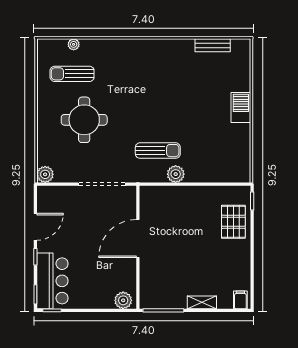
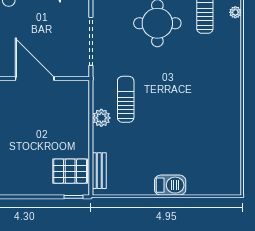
bench: (213, 45) -> (99, 171), moved
sun lounger: (158, 151) -> (126, 99), turned 180
pallet: (233, 222) -> (70, 171), moved

